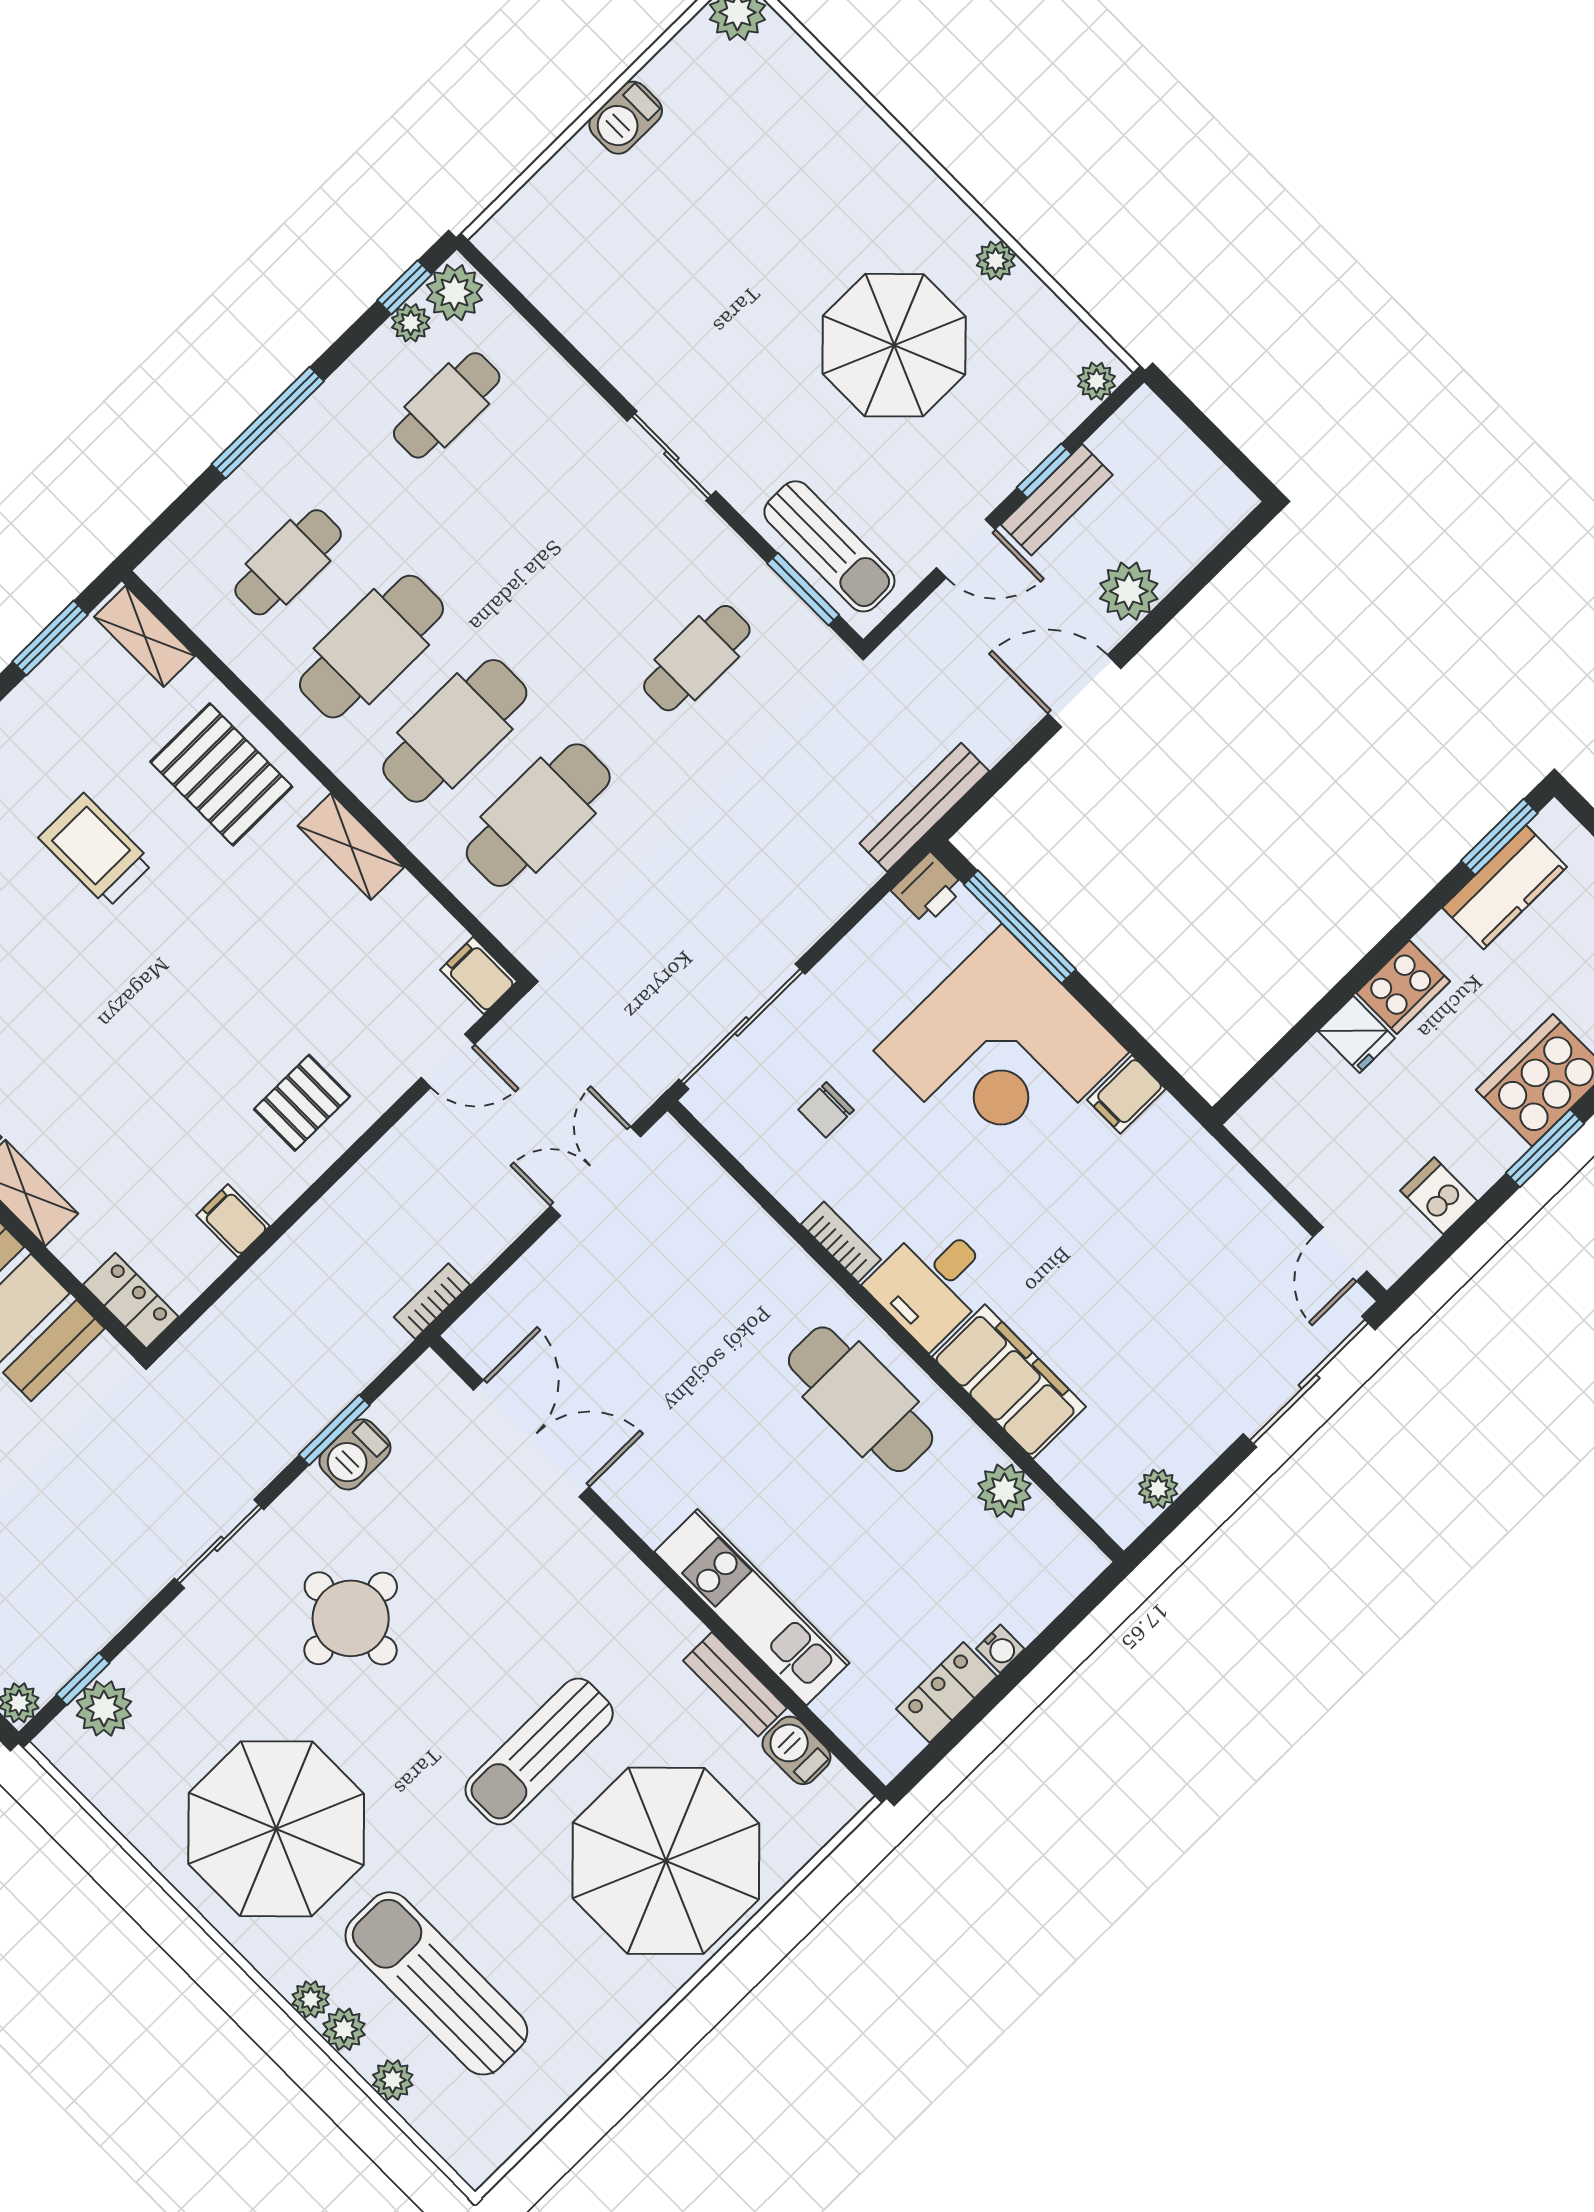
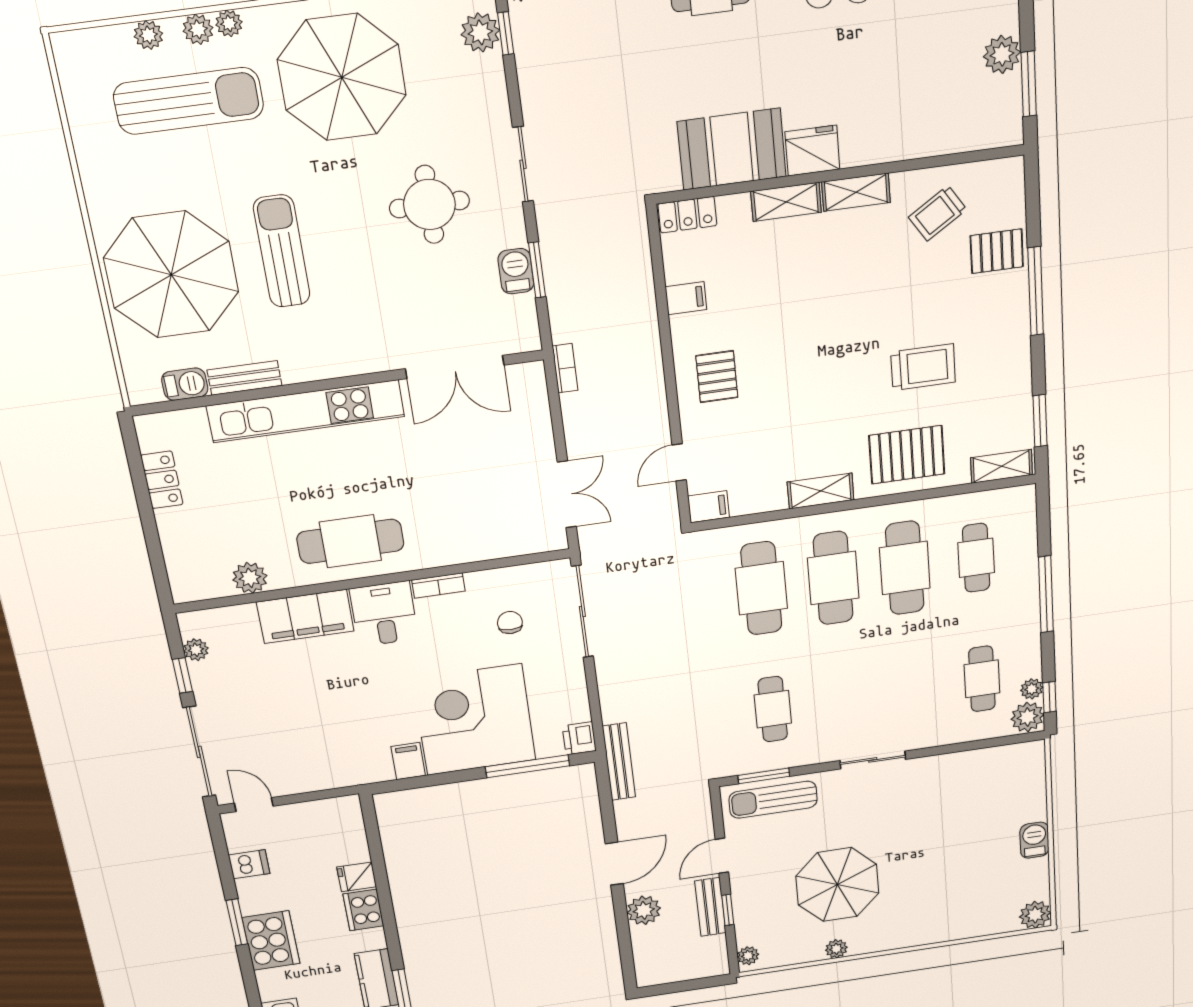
window: (1209, 1481) -> (182, 676), added
kitchen unit: (752, 1607) -> (306, 411), width x1.36
water cooler: (1000, 1649) -> (166, 521), removed

